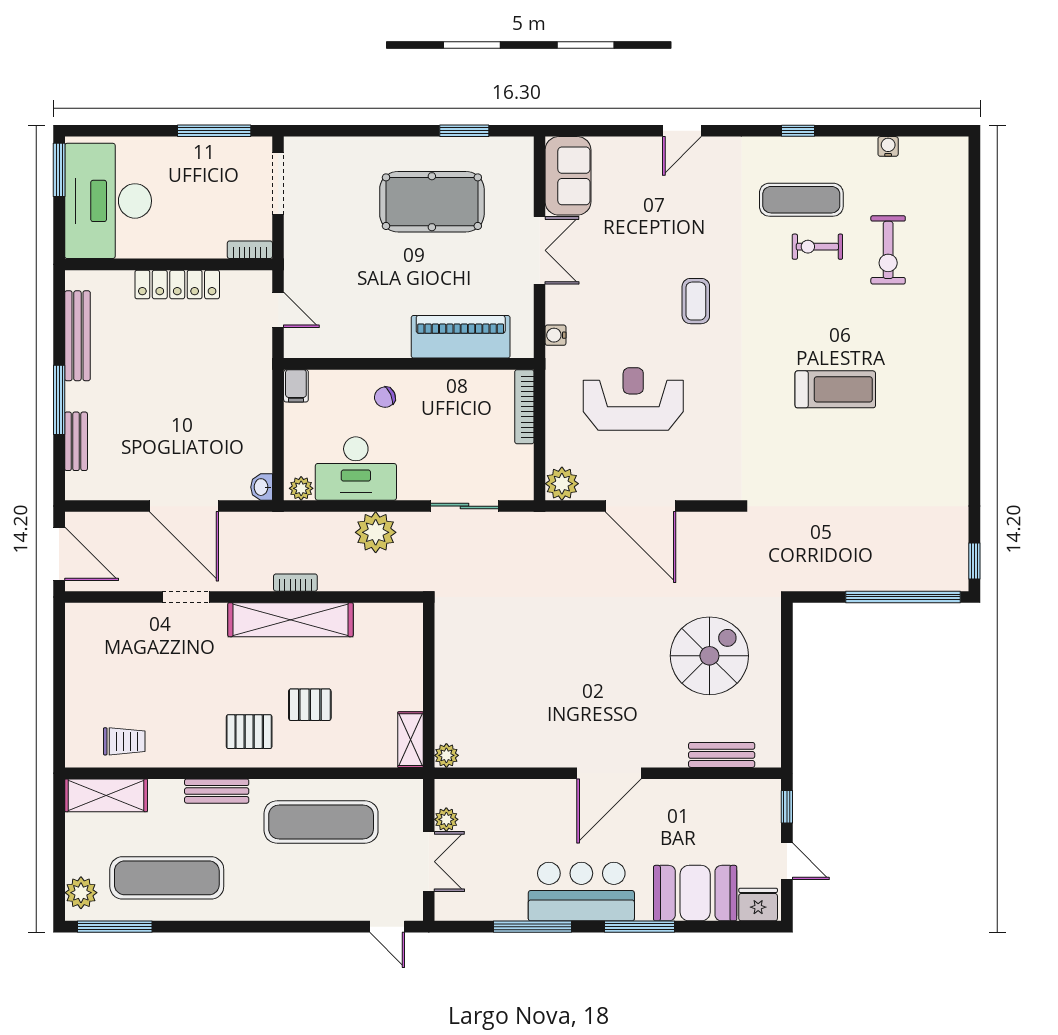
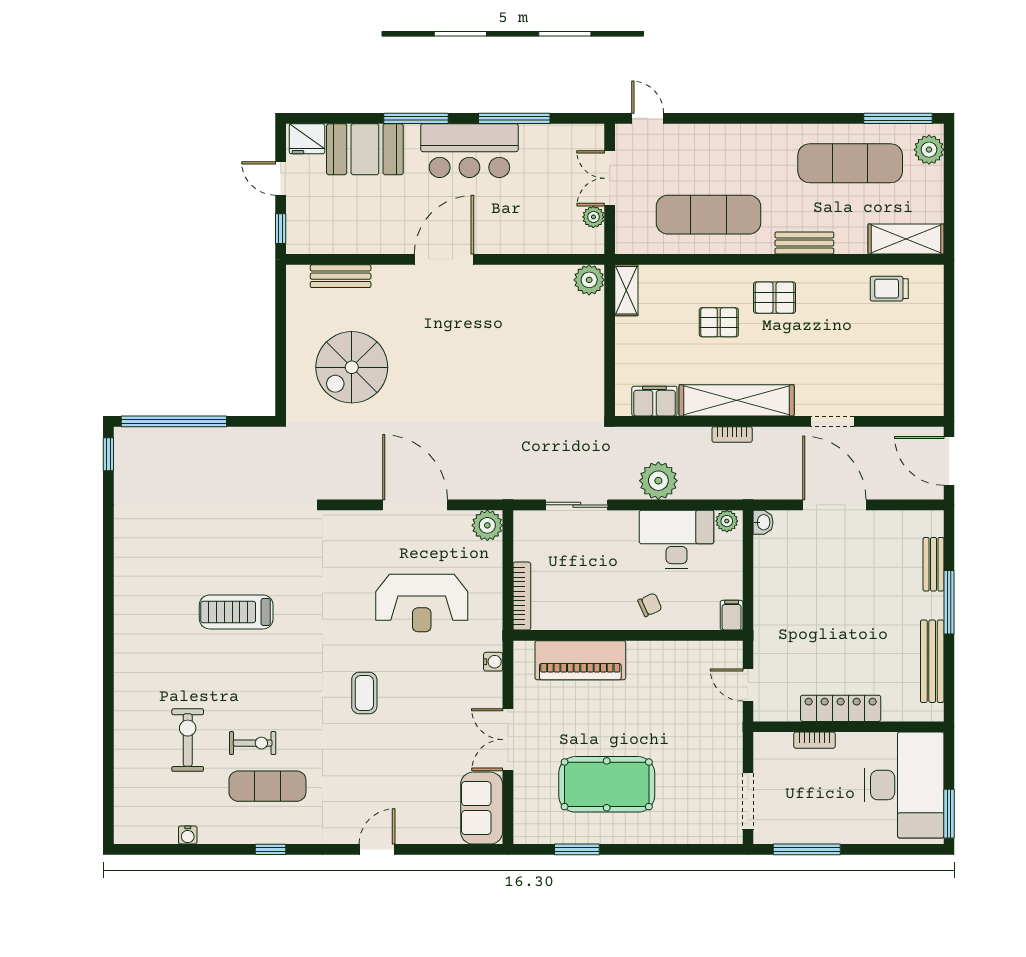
bookcase: (250, 250) -> (814, 740), moved
filing cabinet: (380, 619) -> (654, 401), added
plant: (446, 755) -> (589, 280), width x1.38, depth x1.38

